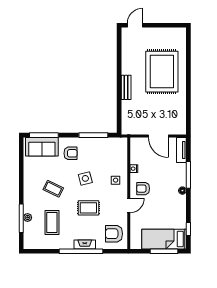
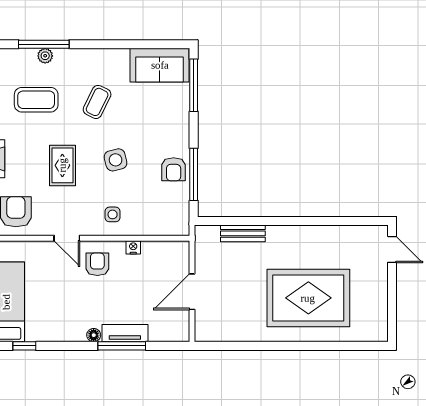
bench: (126, 87) -> (243, 233), moved
sofa: (42, 147) -> (160, 65), moved, turned -90
tv unit: (181, 150) -> (125, 333), moved
armchair: (70, 153) -> (174, 169), moved

